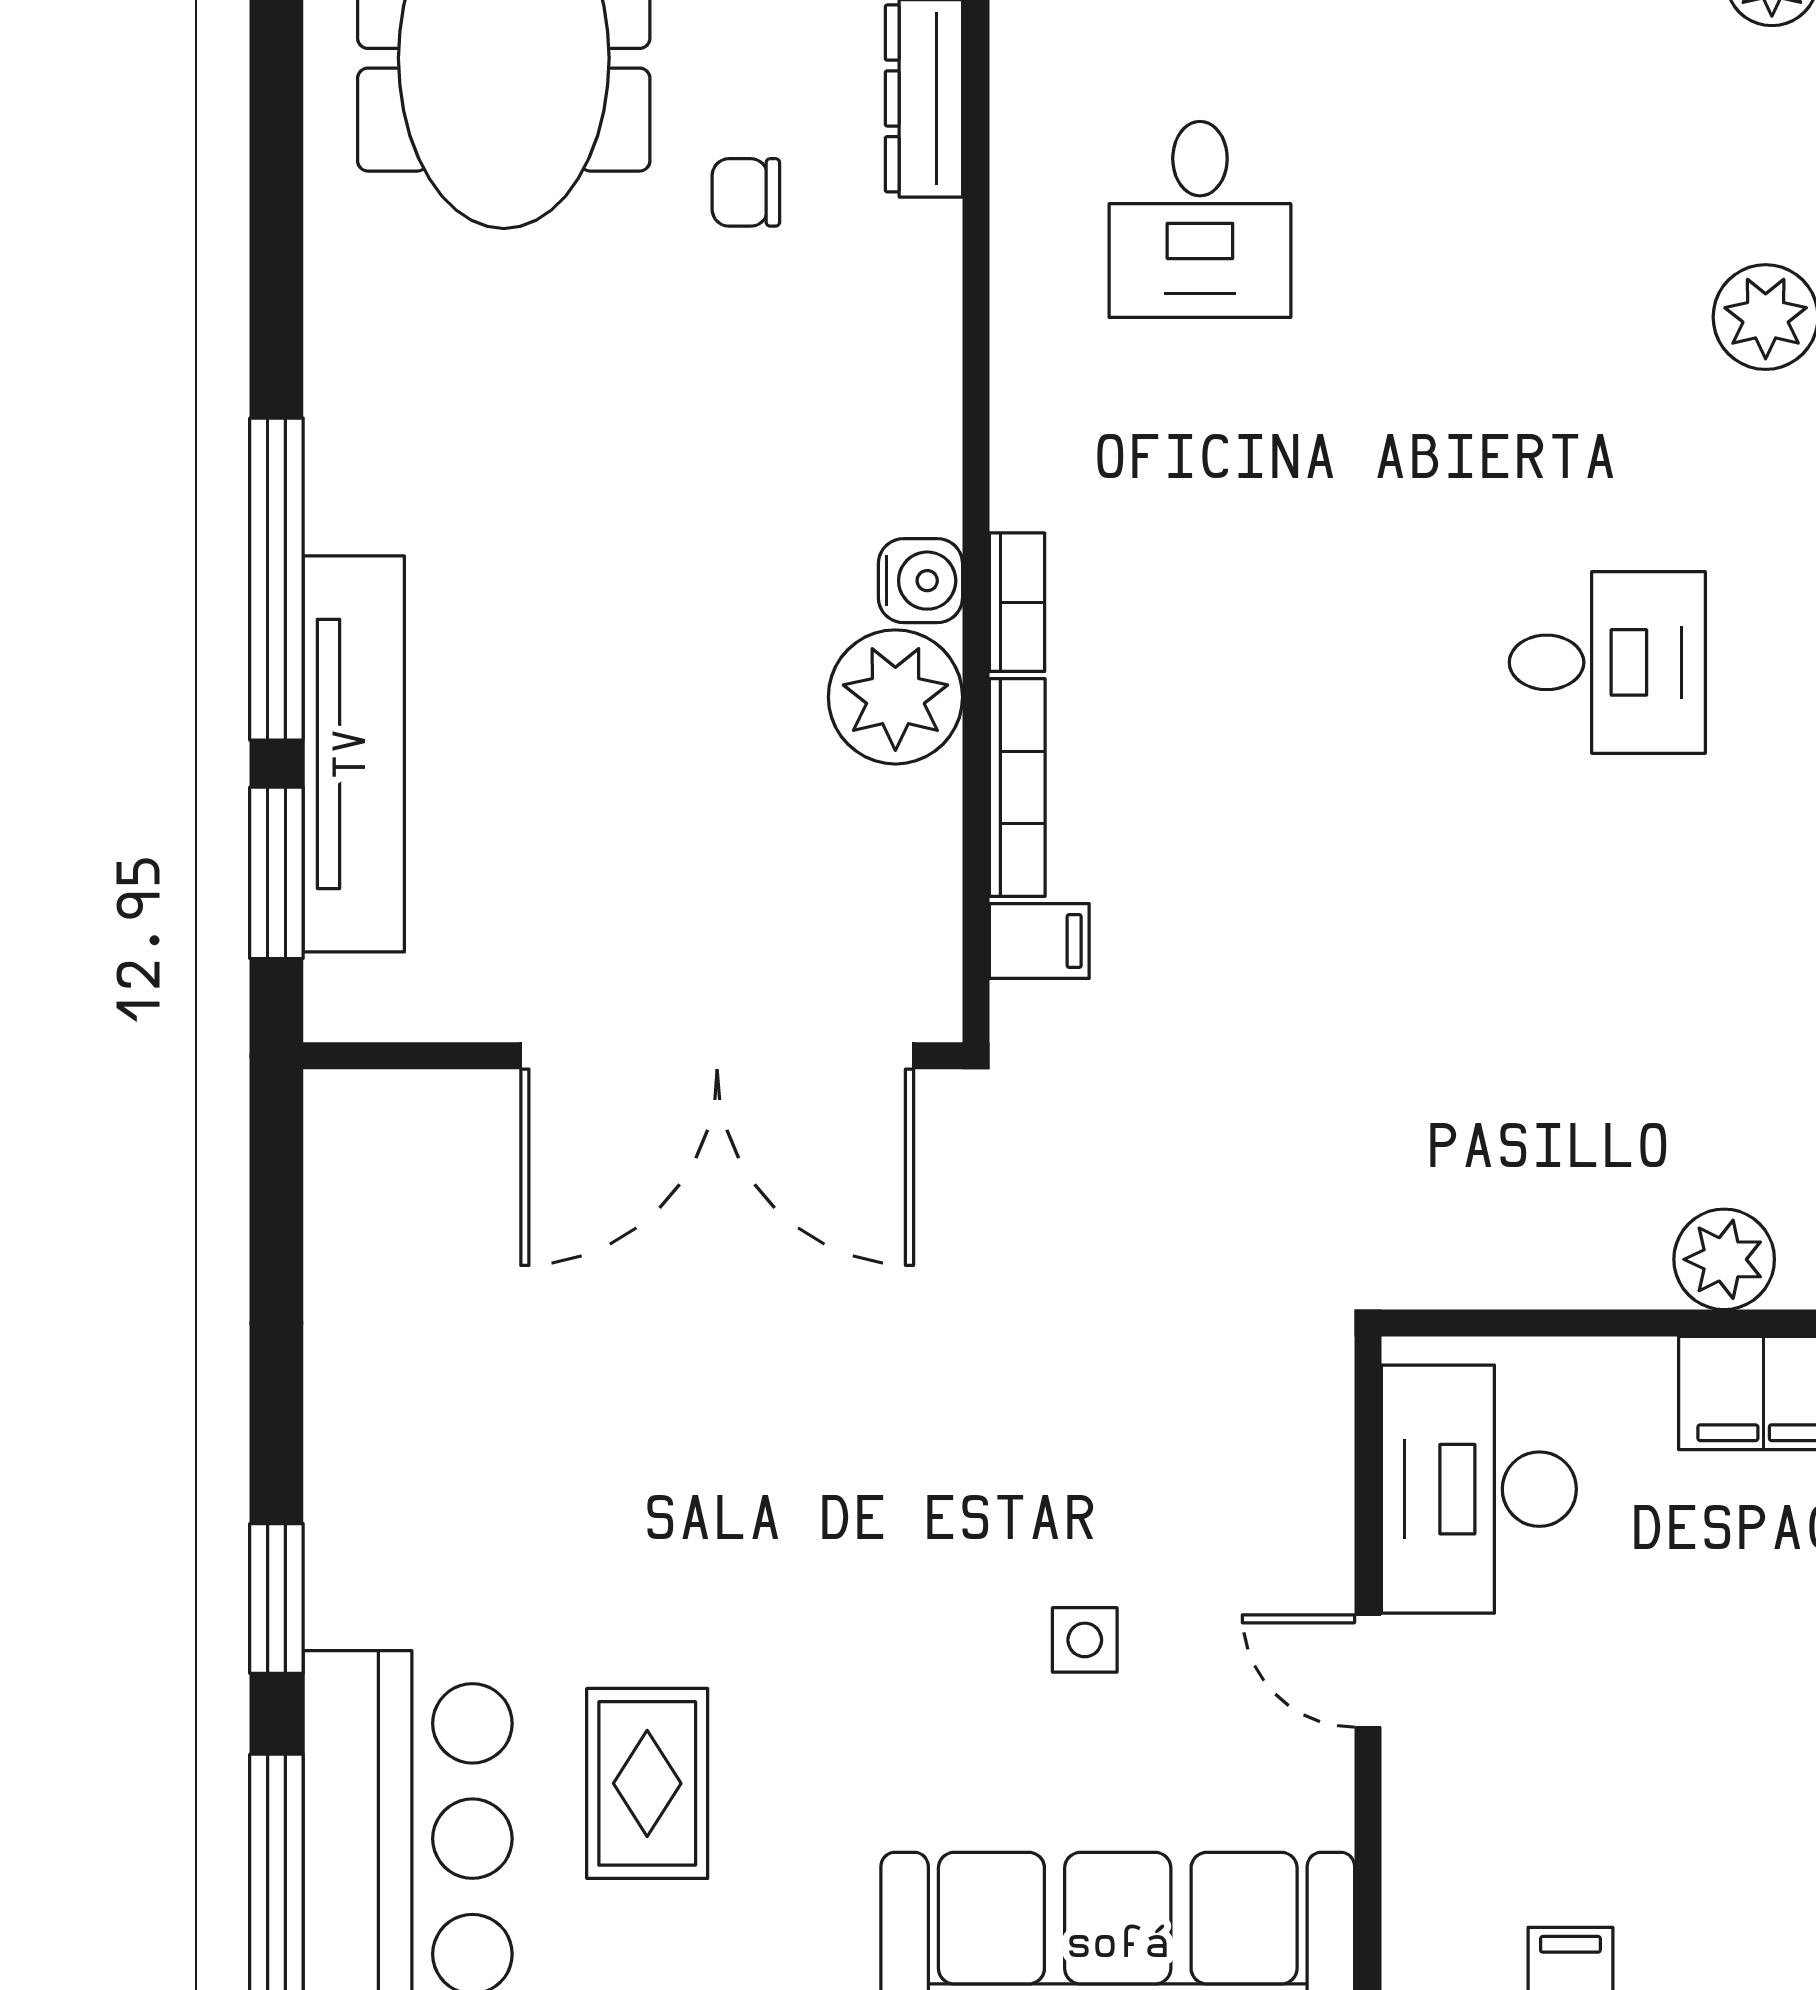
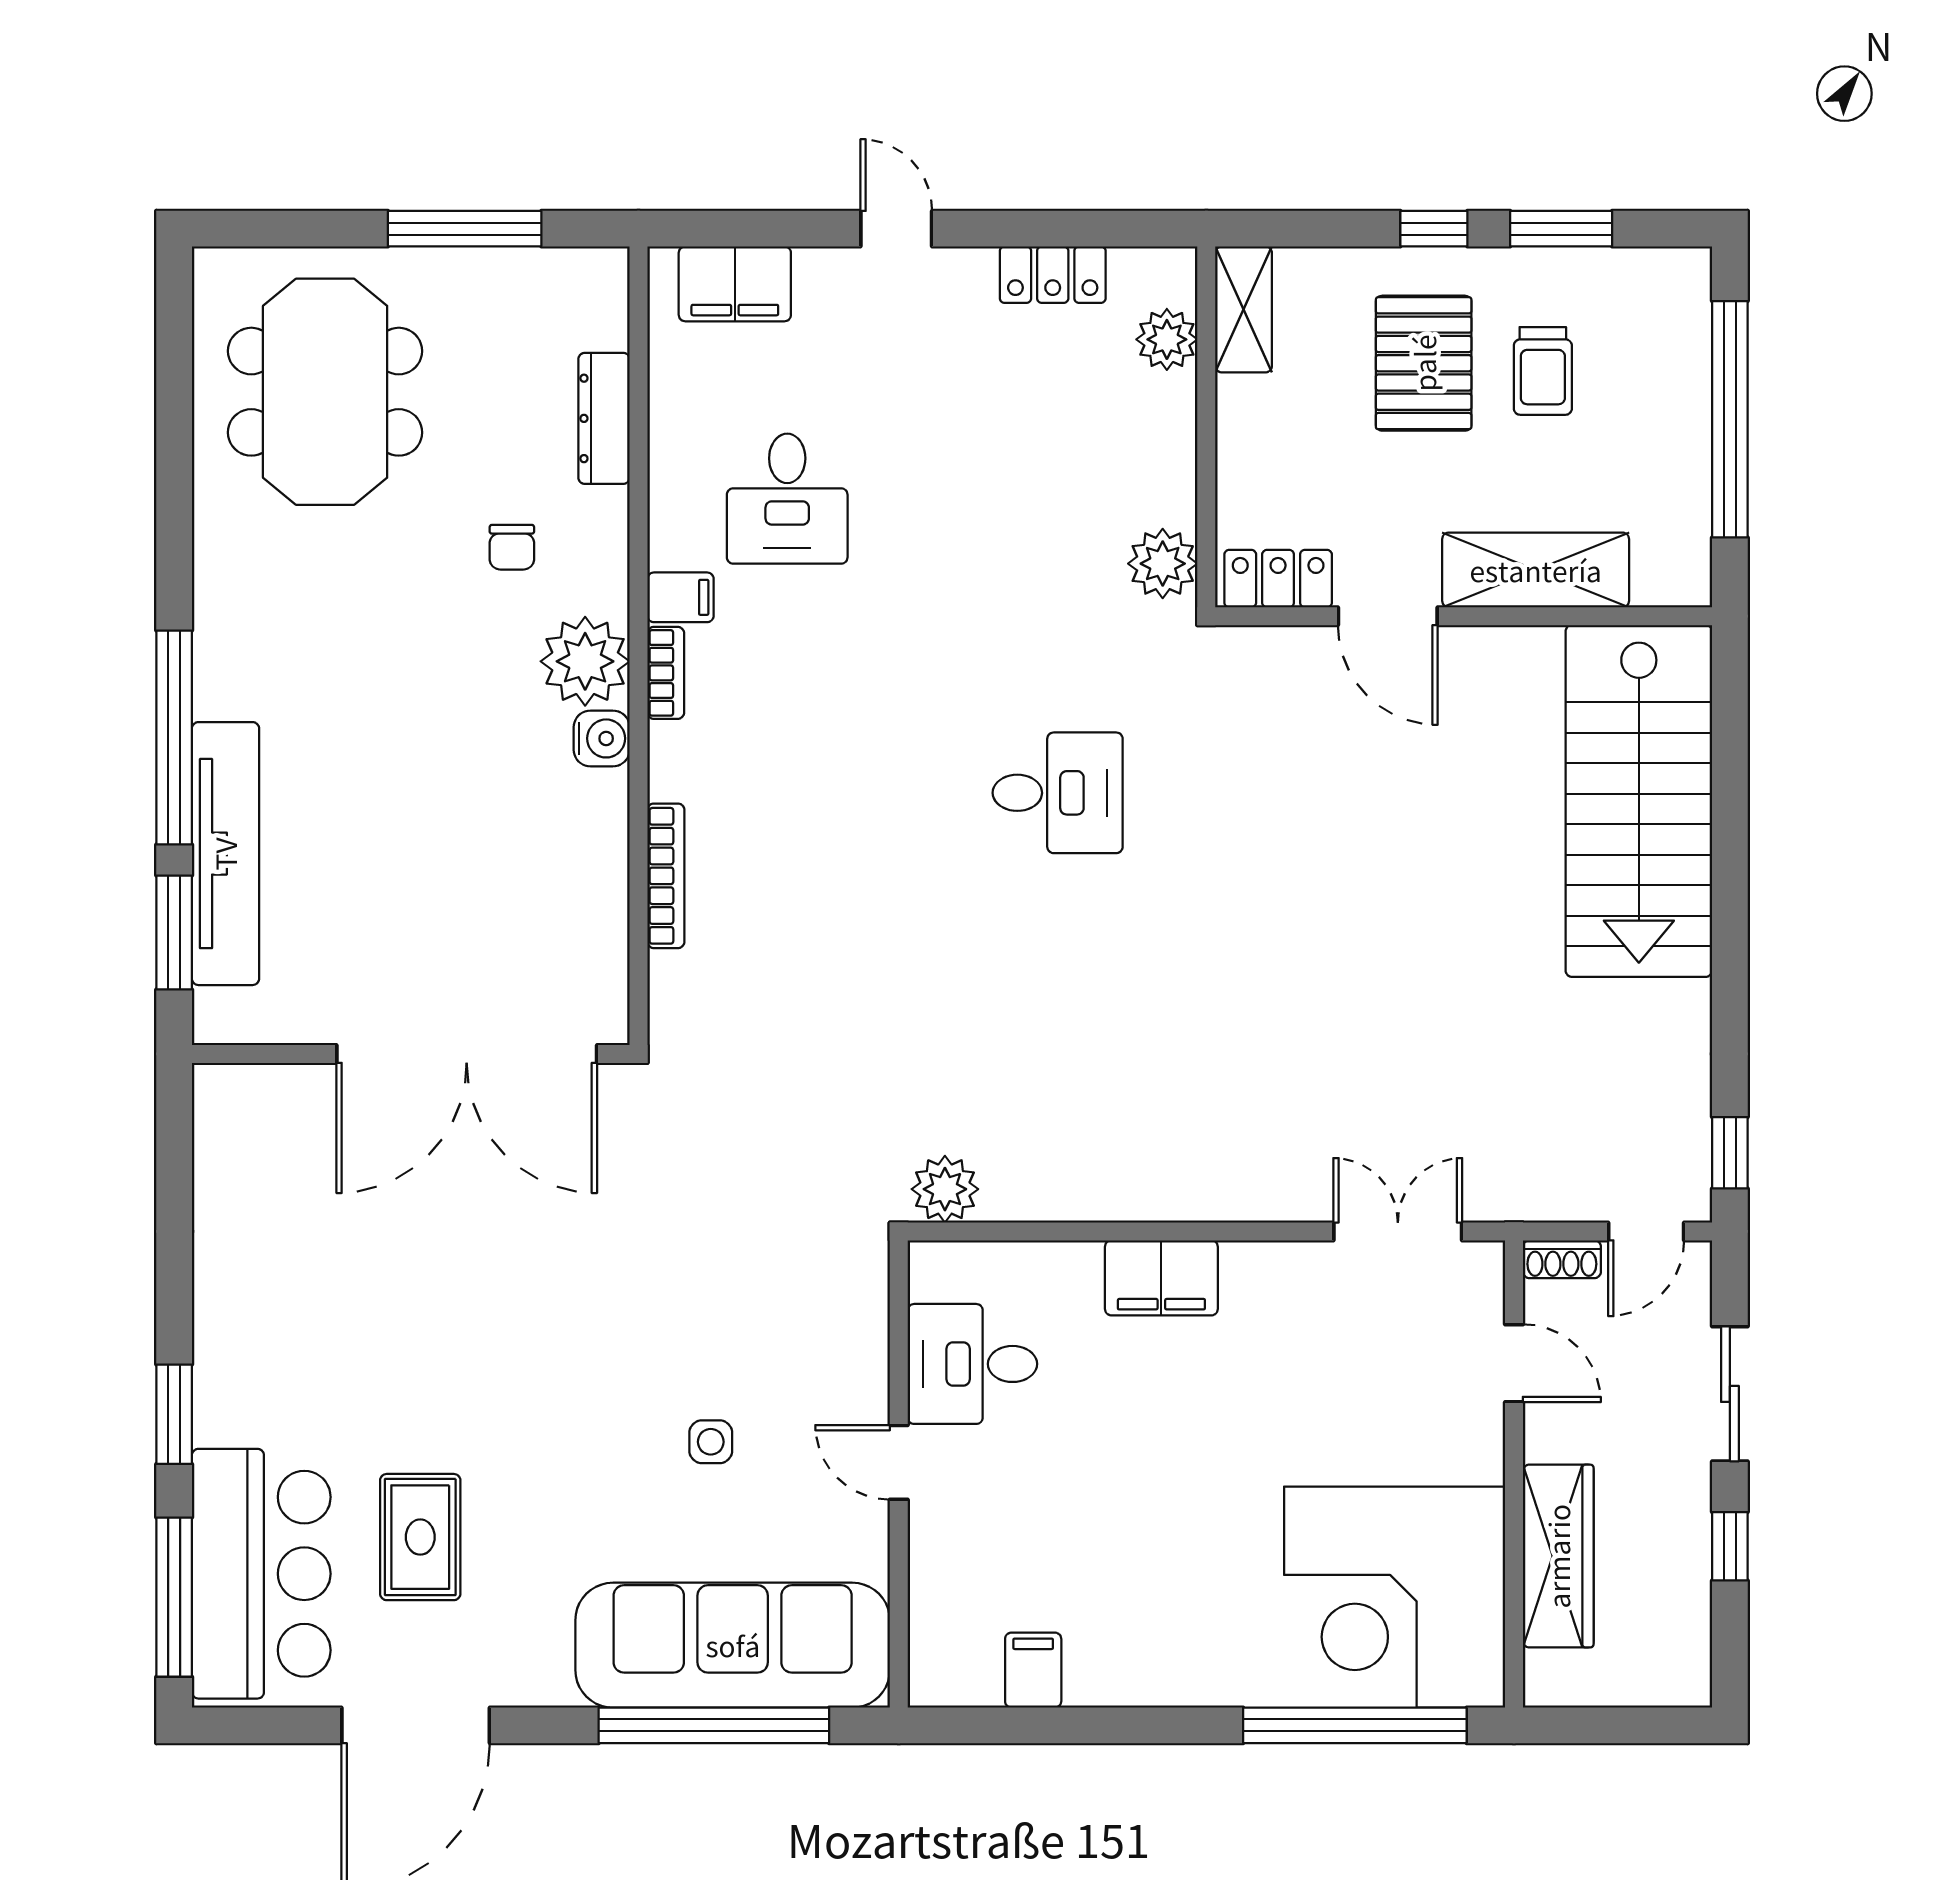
chair: (746, 192) -> (512, 547), moved, turned -90
bookcase: (1017, 602) -> (666, 673), moved
plant: (895, 697) -> (585, 661), moved
filing cabinet: (1039, 941) -> (681, 597), moved
plant: (1724, 1259) -> (945, 1189), moved
desk: (1479, 1489) -> (972, 1364), width x0.73

